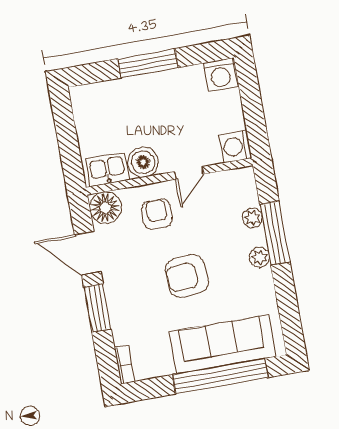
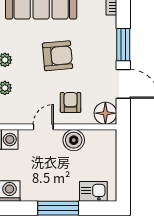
kitchen sink: (107, 170) -> (93, 191), moved, turned 180
armchair: (157, 214) -> (71, 102), turned 180

